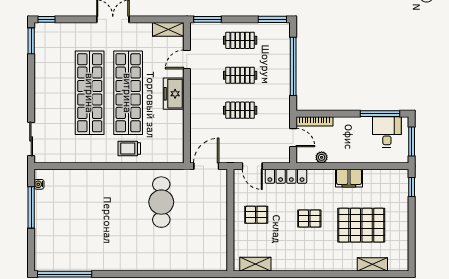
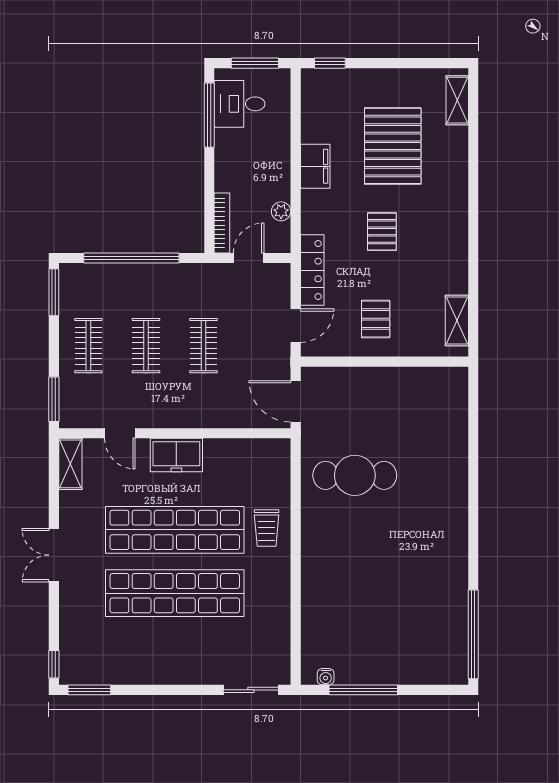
shelving: (372, 264) -> (457, 100), moved

